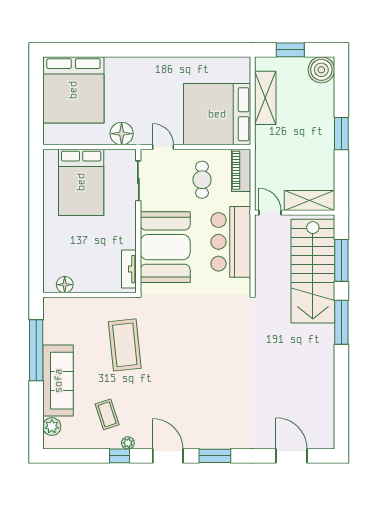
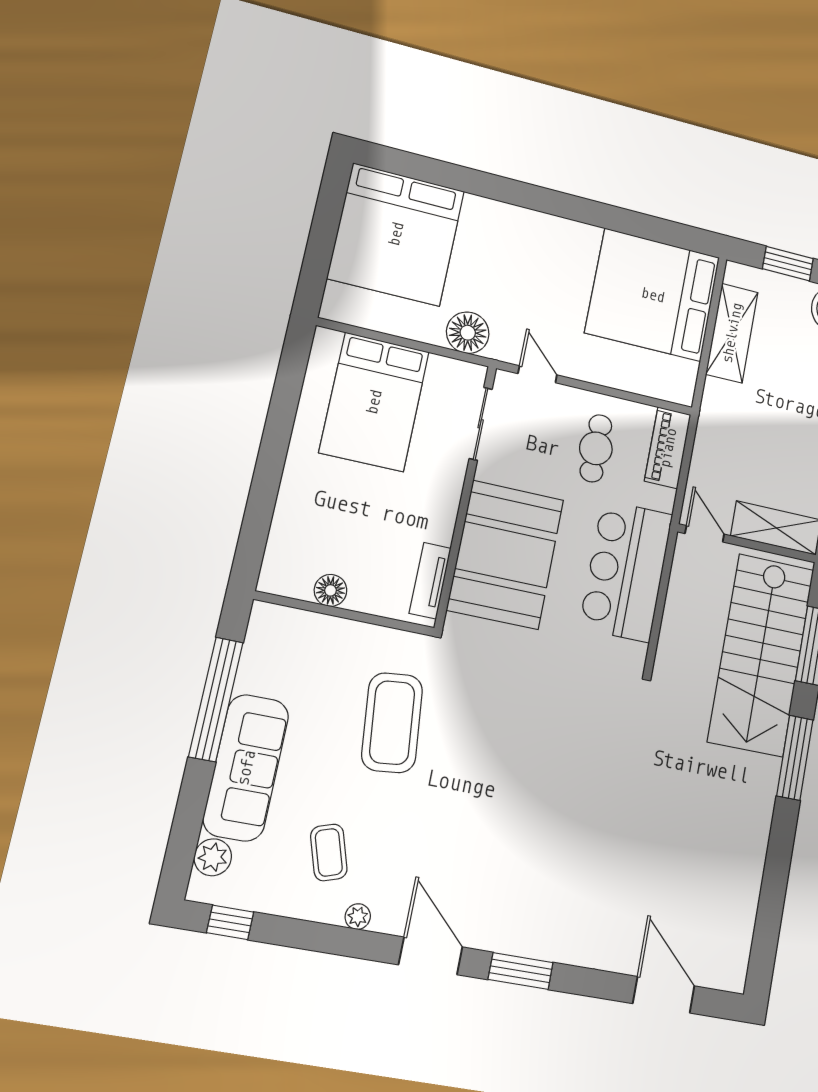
bed: (217, 114) -> (653, 295), moved
floor lamp: (65, 285) -> (331, 590), moved
window: (120, 456) -> (230, 922), moved

